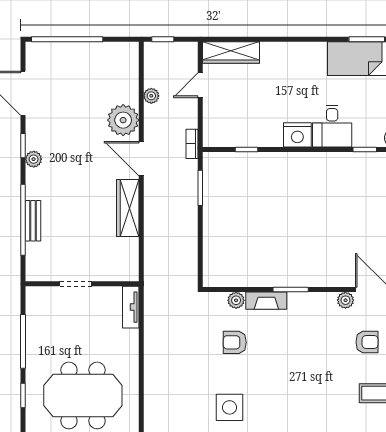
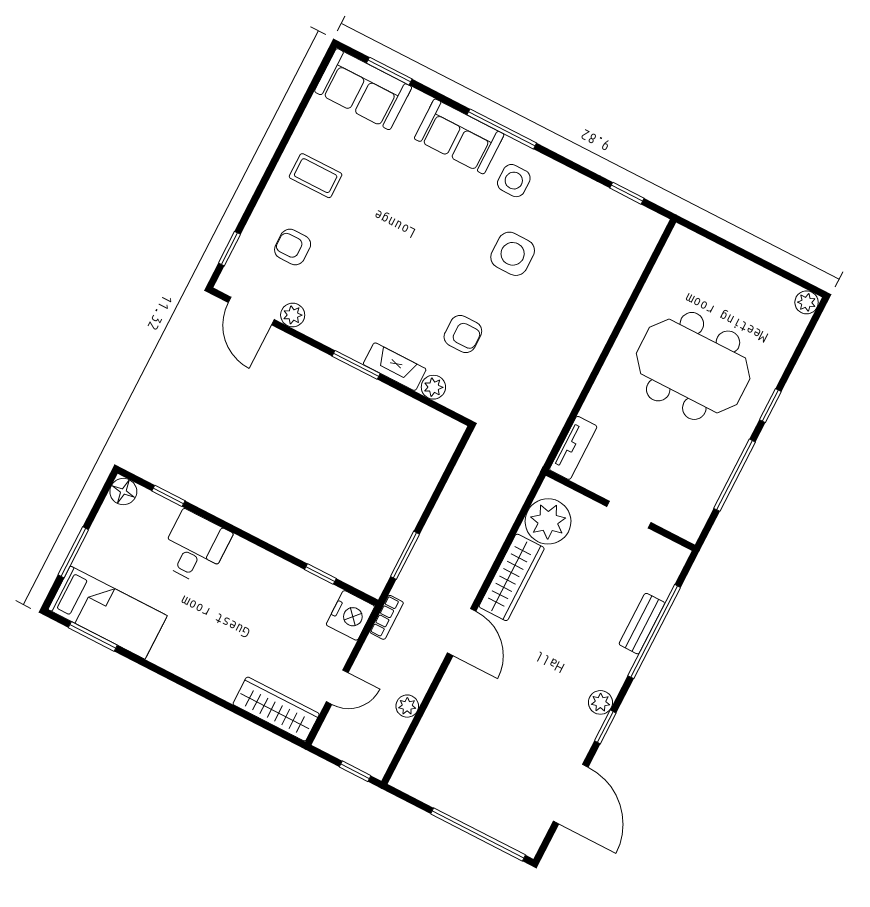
plant: (123, 120) -> (548, 521), moved
nightstand: (297, 135) -> (350, 615), moved, turned 90

